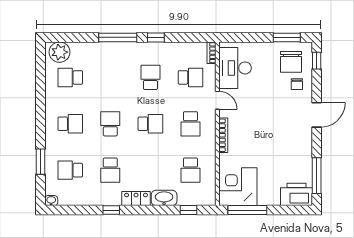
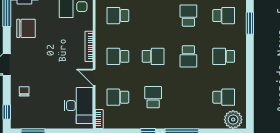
chair: (291, 62) -> (26, 28), moved, turned 90
school desk: (150, 77) -> (153, 97), turned 180
school desk: (150, 124) -> (153, 56), turned 180
school desk: (190, 124) -> (118, 56), turned -90
school desk: (190, 170) -> (118, 16), turned -90

